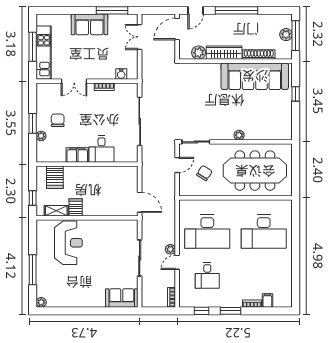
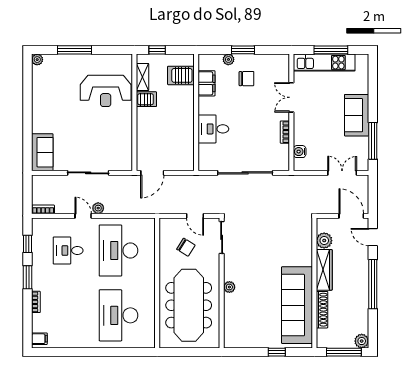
plant: (286, 35) -> (362, 341), moved
filing cabinet: (77, 155) -> (207, 83), moved
filing cabinet: (267, 300) -> (39, 339), moved

